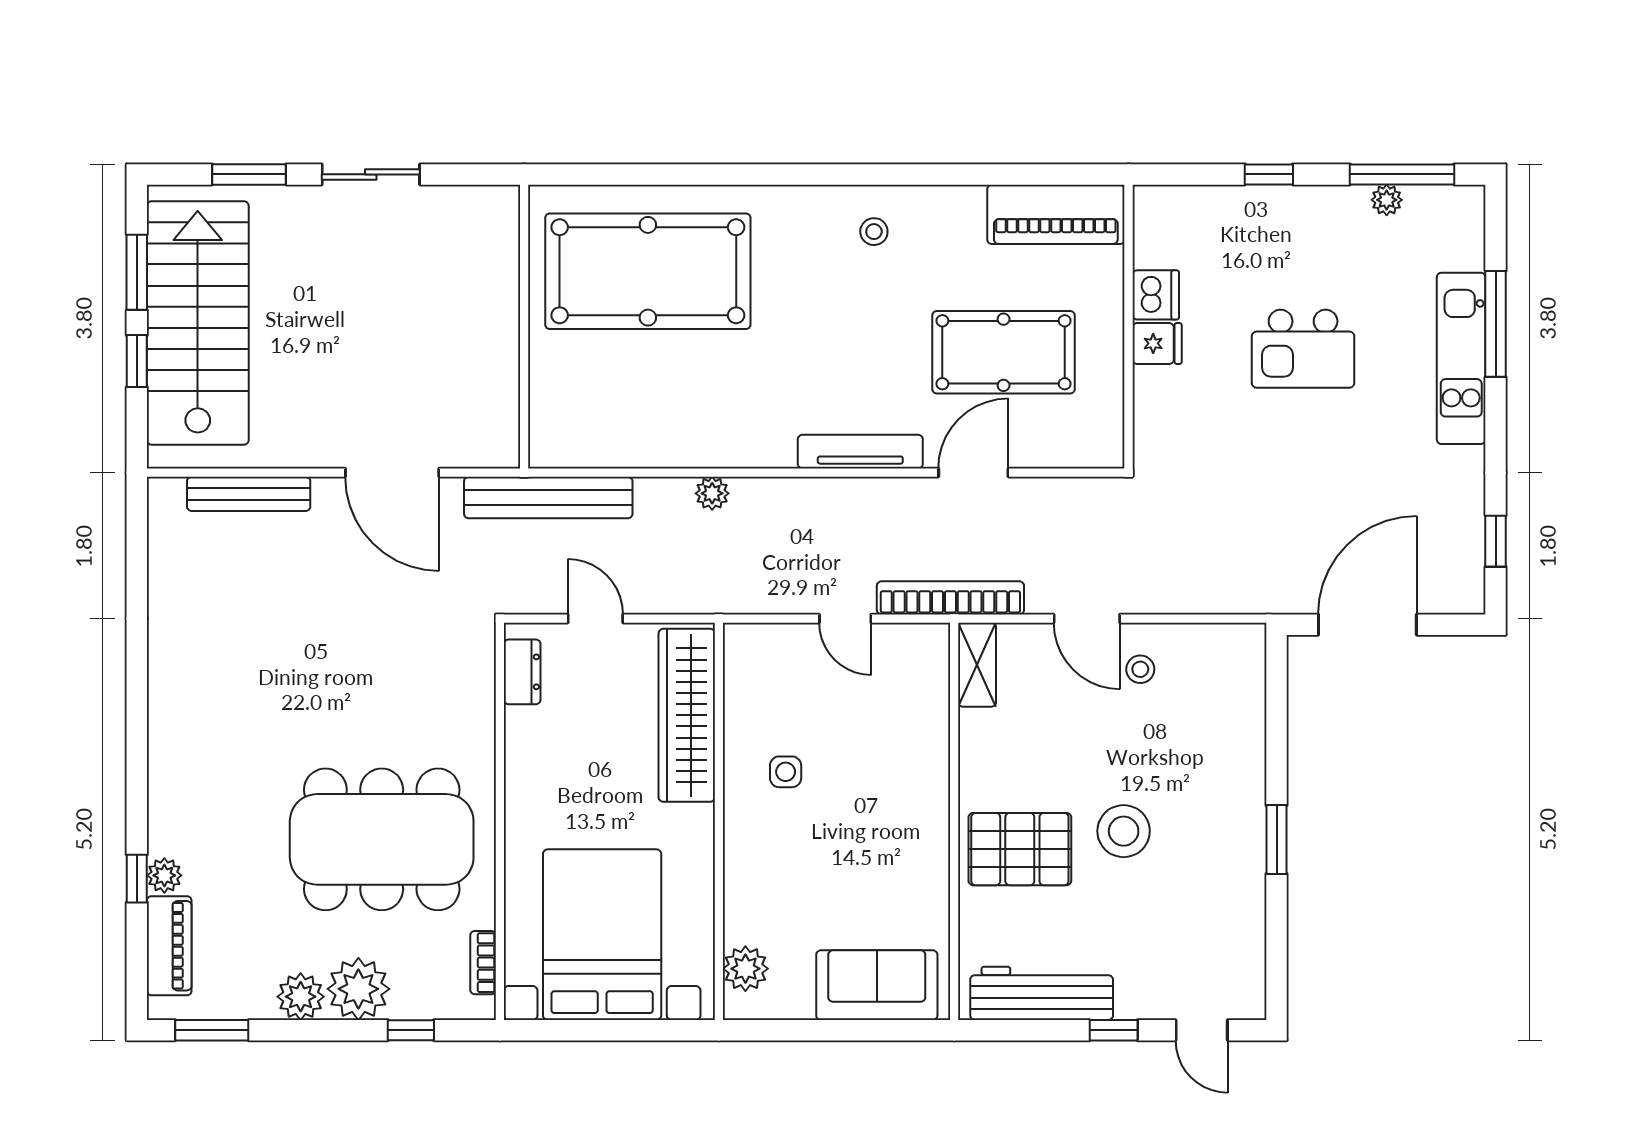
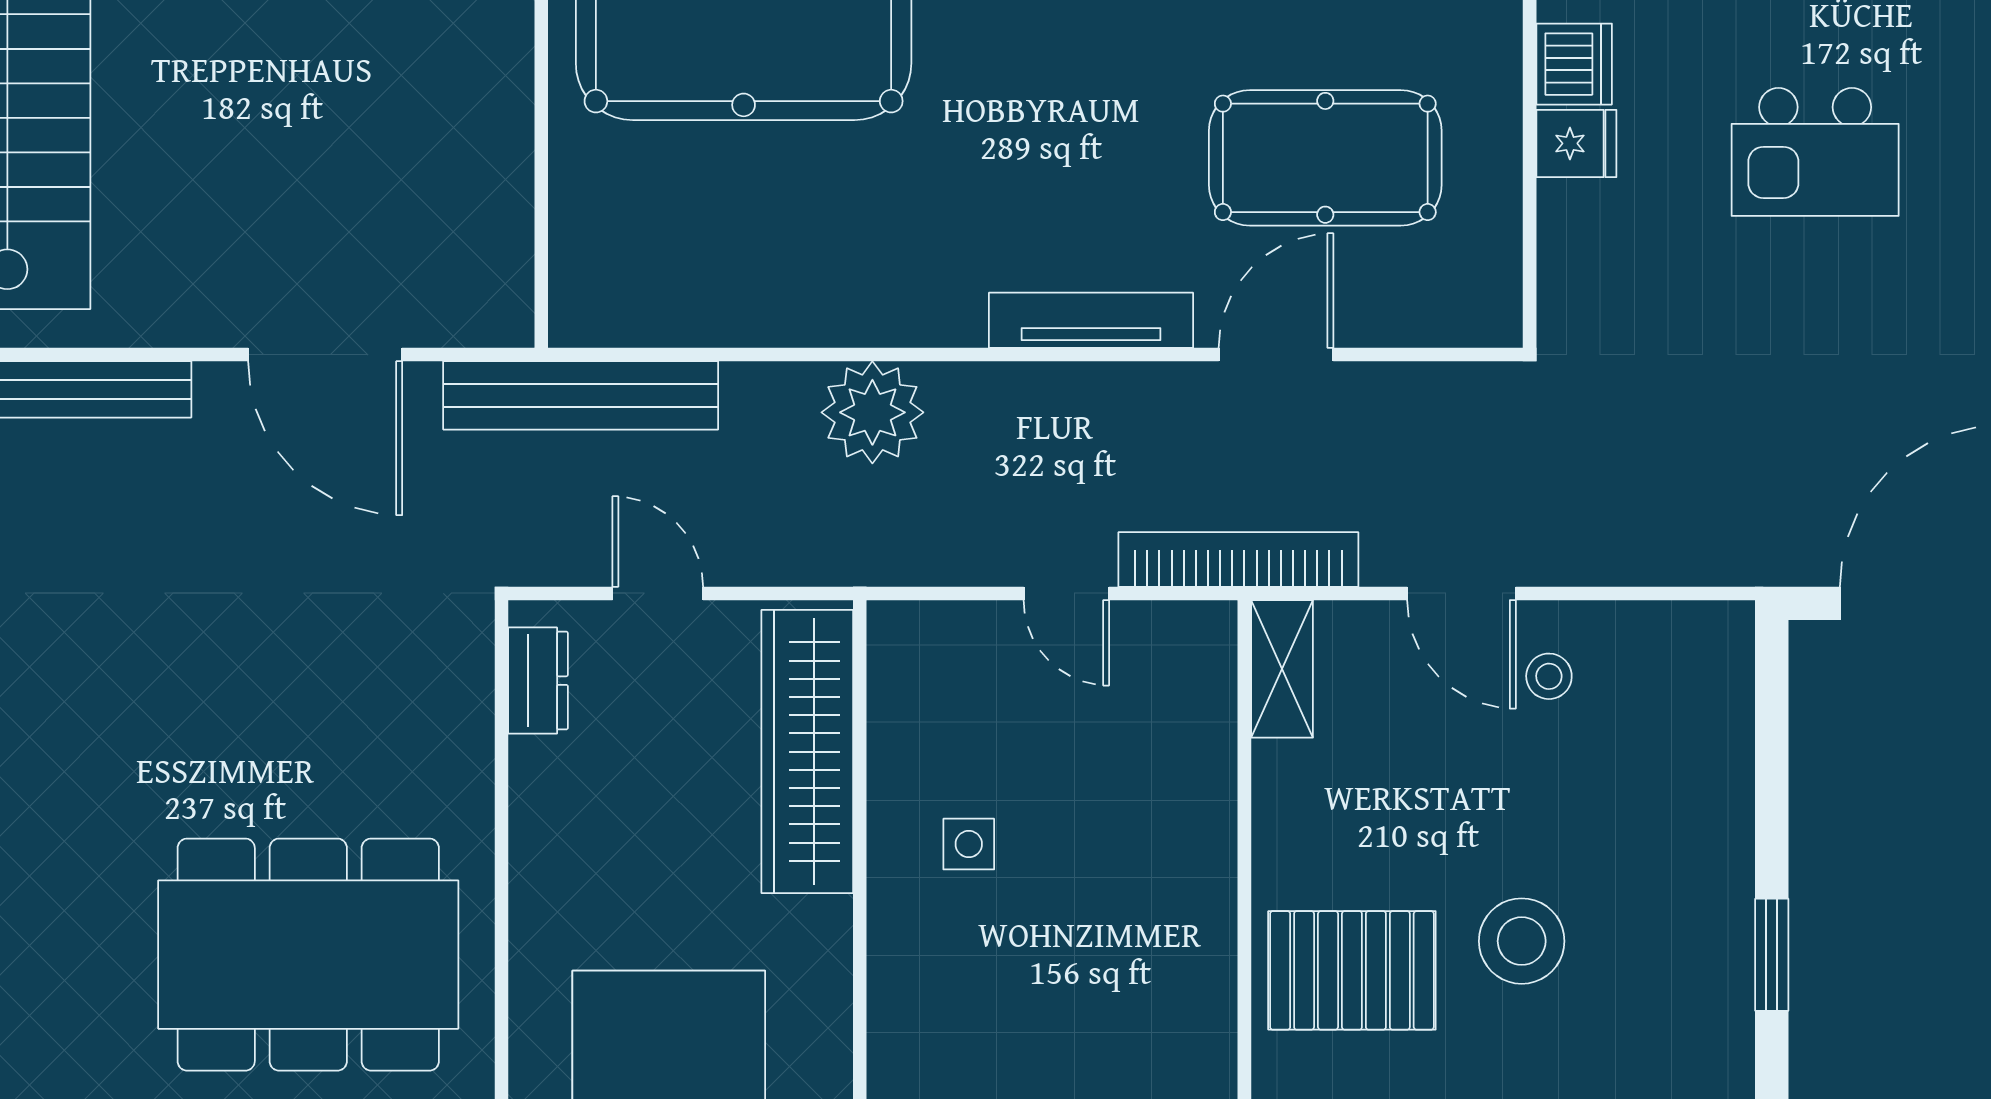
plant: (712, 493) -> (872, 412), width x1.87, depth x1.87

